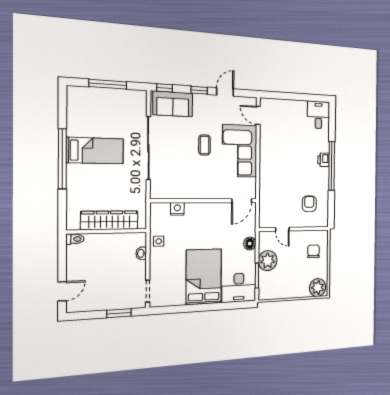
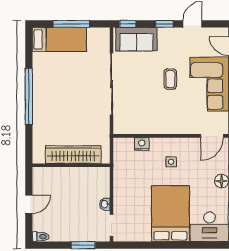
bed: (95, 151) -> (59, 40), moved
toilet: (75, 239) -> (41, 237), moved
side table: (159, 241) -> (171, 162), moved
washbasin: (141, 253) -> (105, 204), moved
door: (62, 291) -> (29, 204), moved

